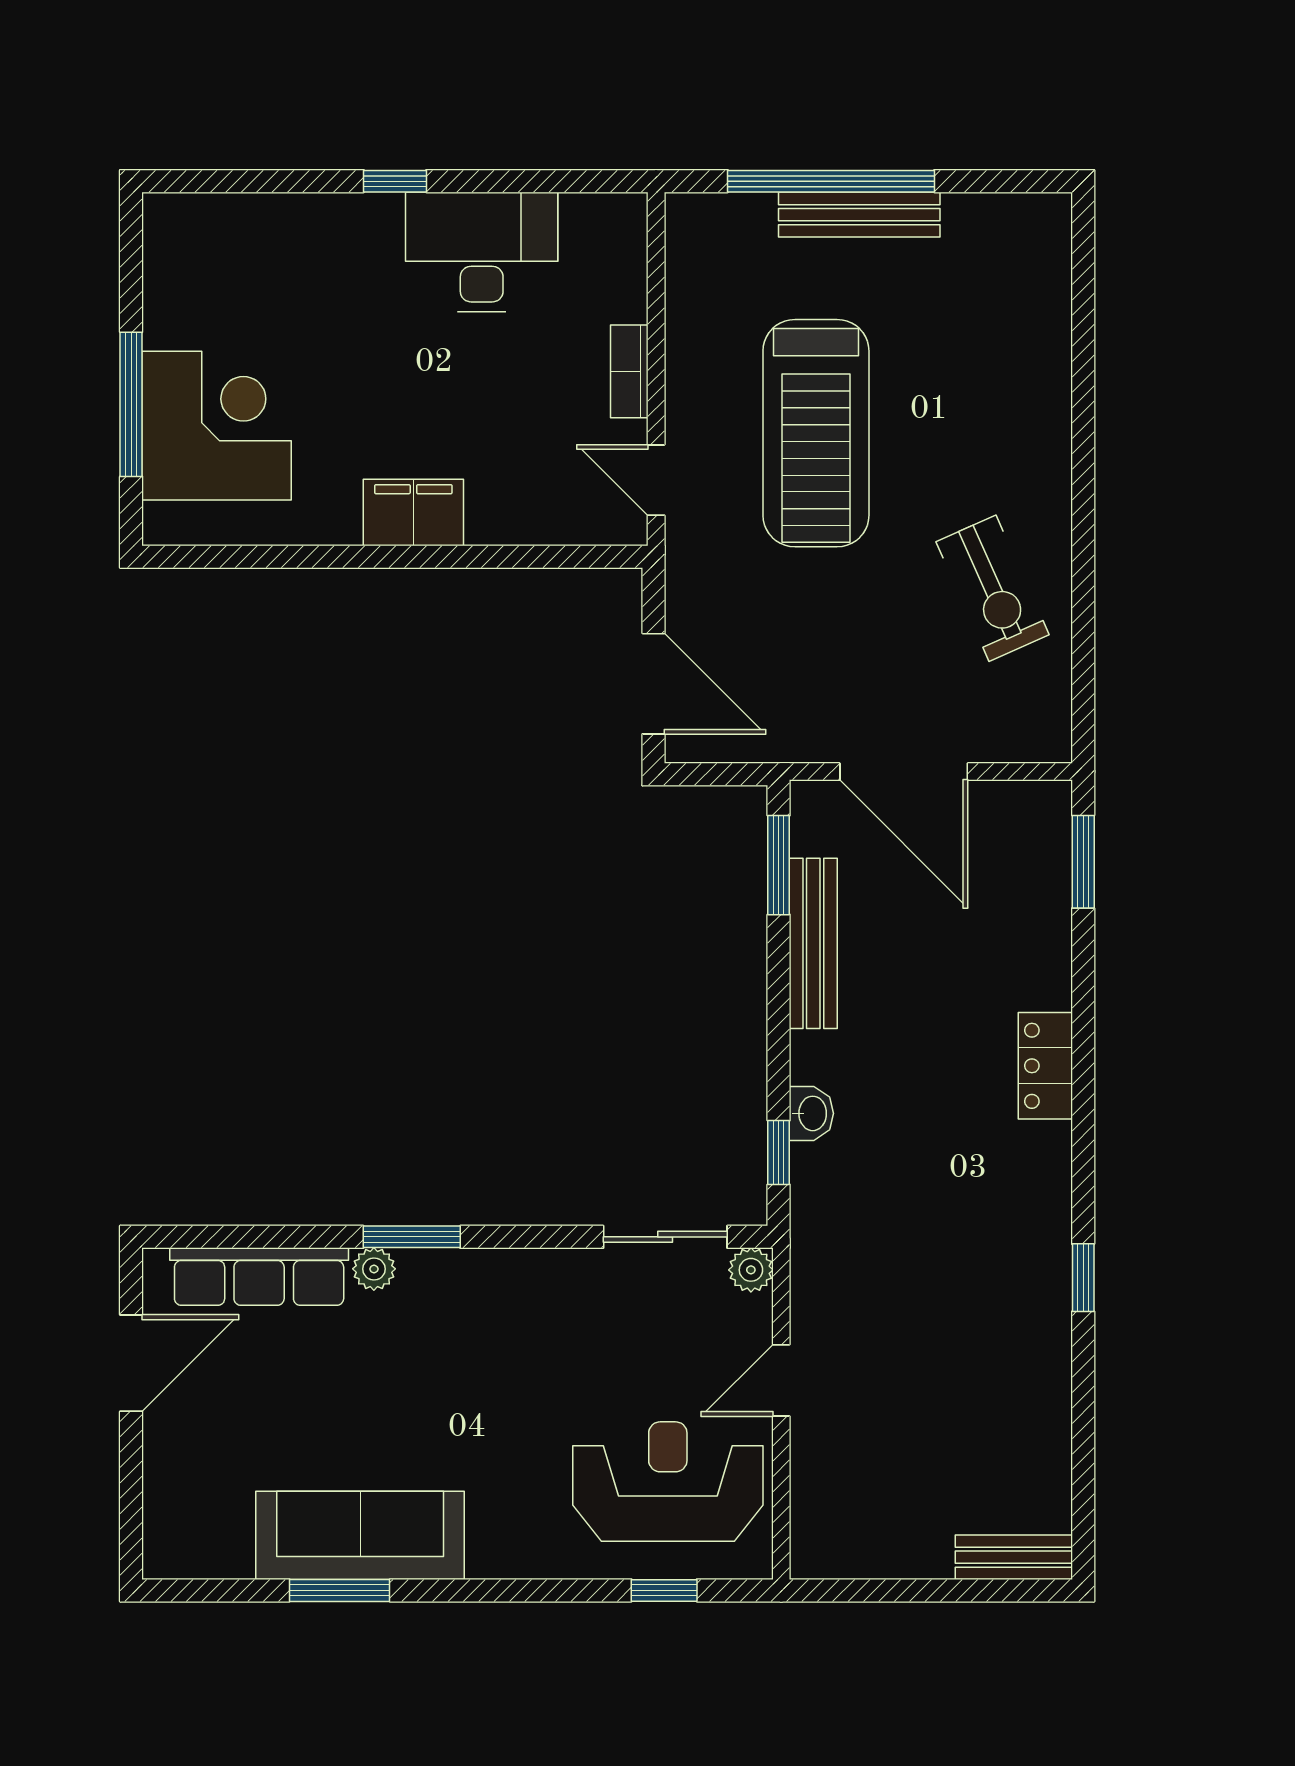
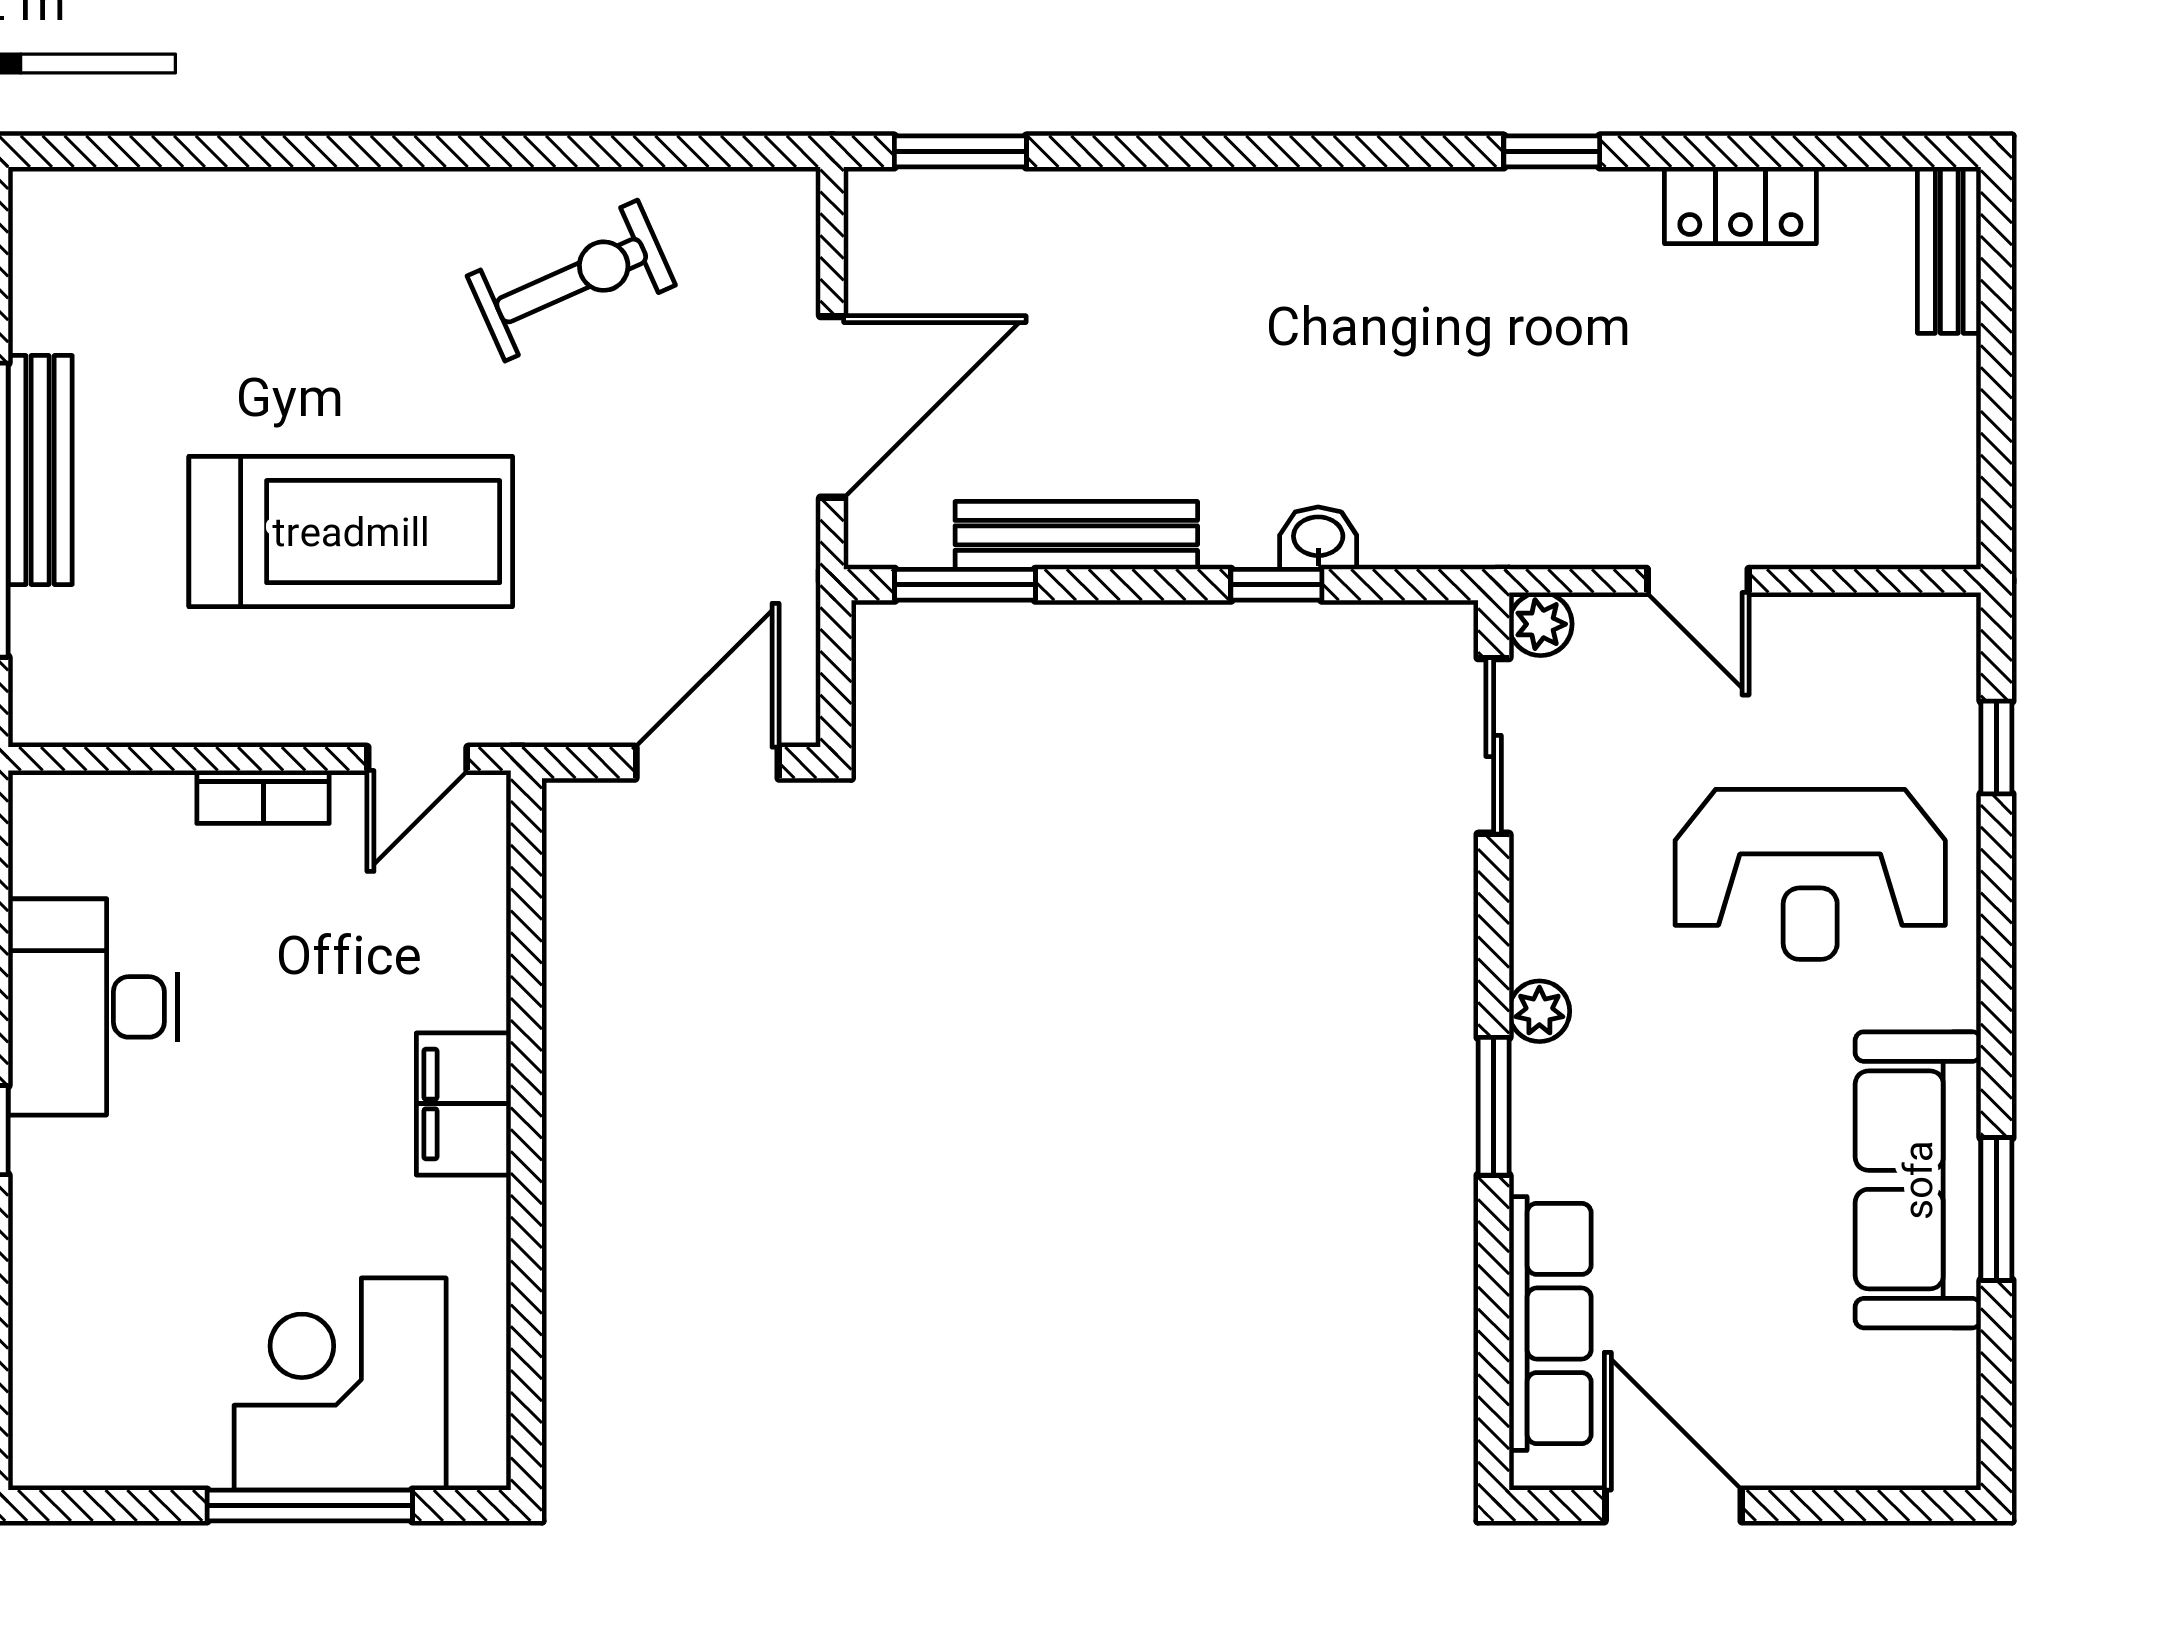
locker: (1045, 1066) -> (1740, 205), moved
window: (779, 1152) -> (1276, 585), moved
plant: (374, 1269) -> (1539, 1011), moved
reception desk: (668, 1481) -> (1810, 874), moved, turned -90

